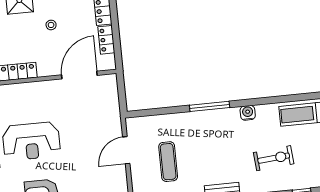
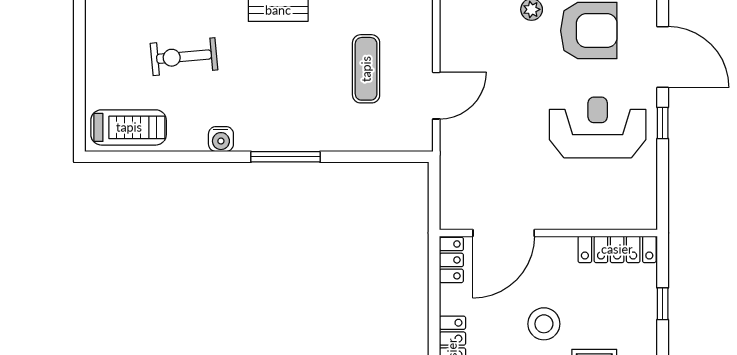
stool: (51, 25) -> (544, 324), width x1.89, depth x1.89
locker: (106, 40) -> (451, 260), moved

